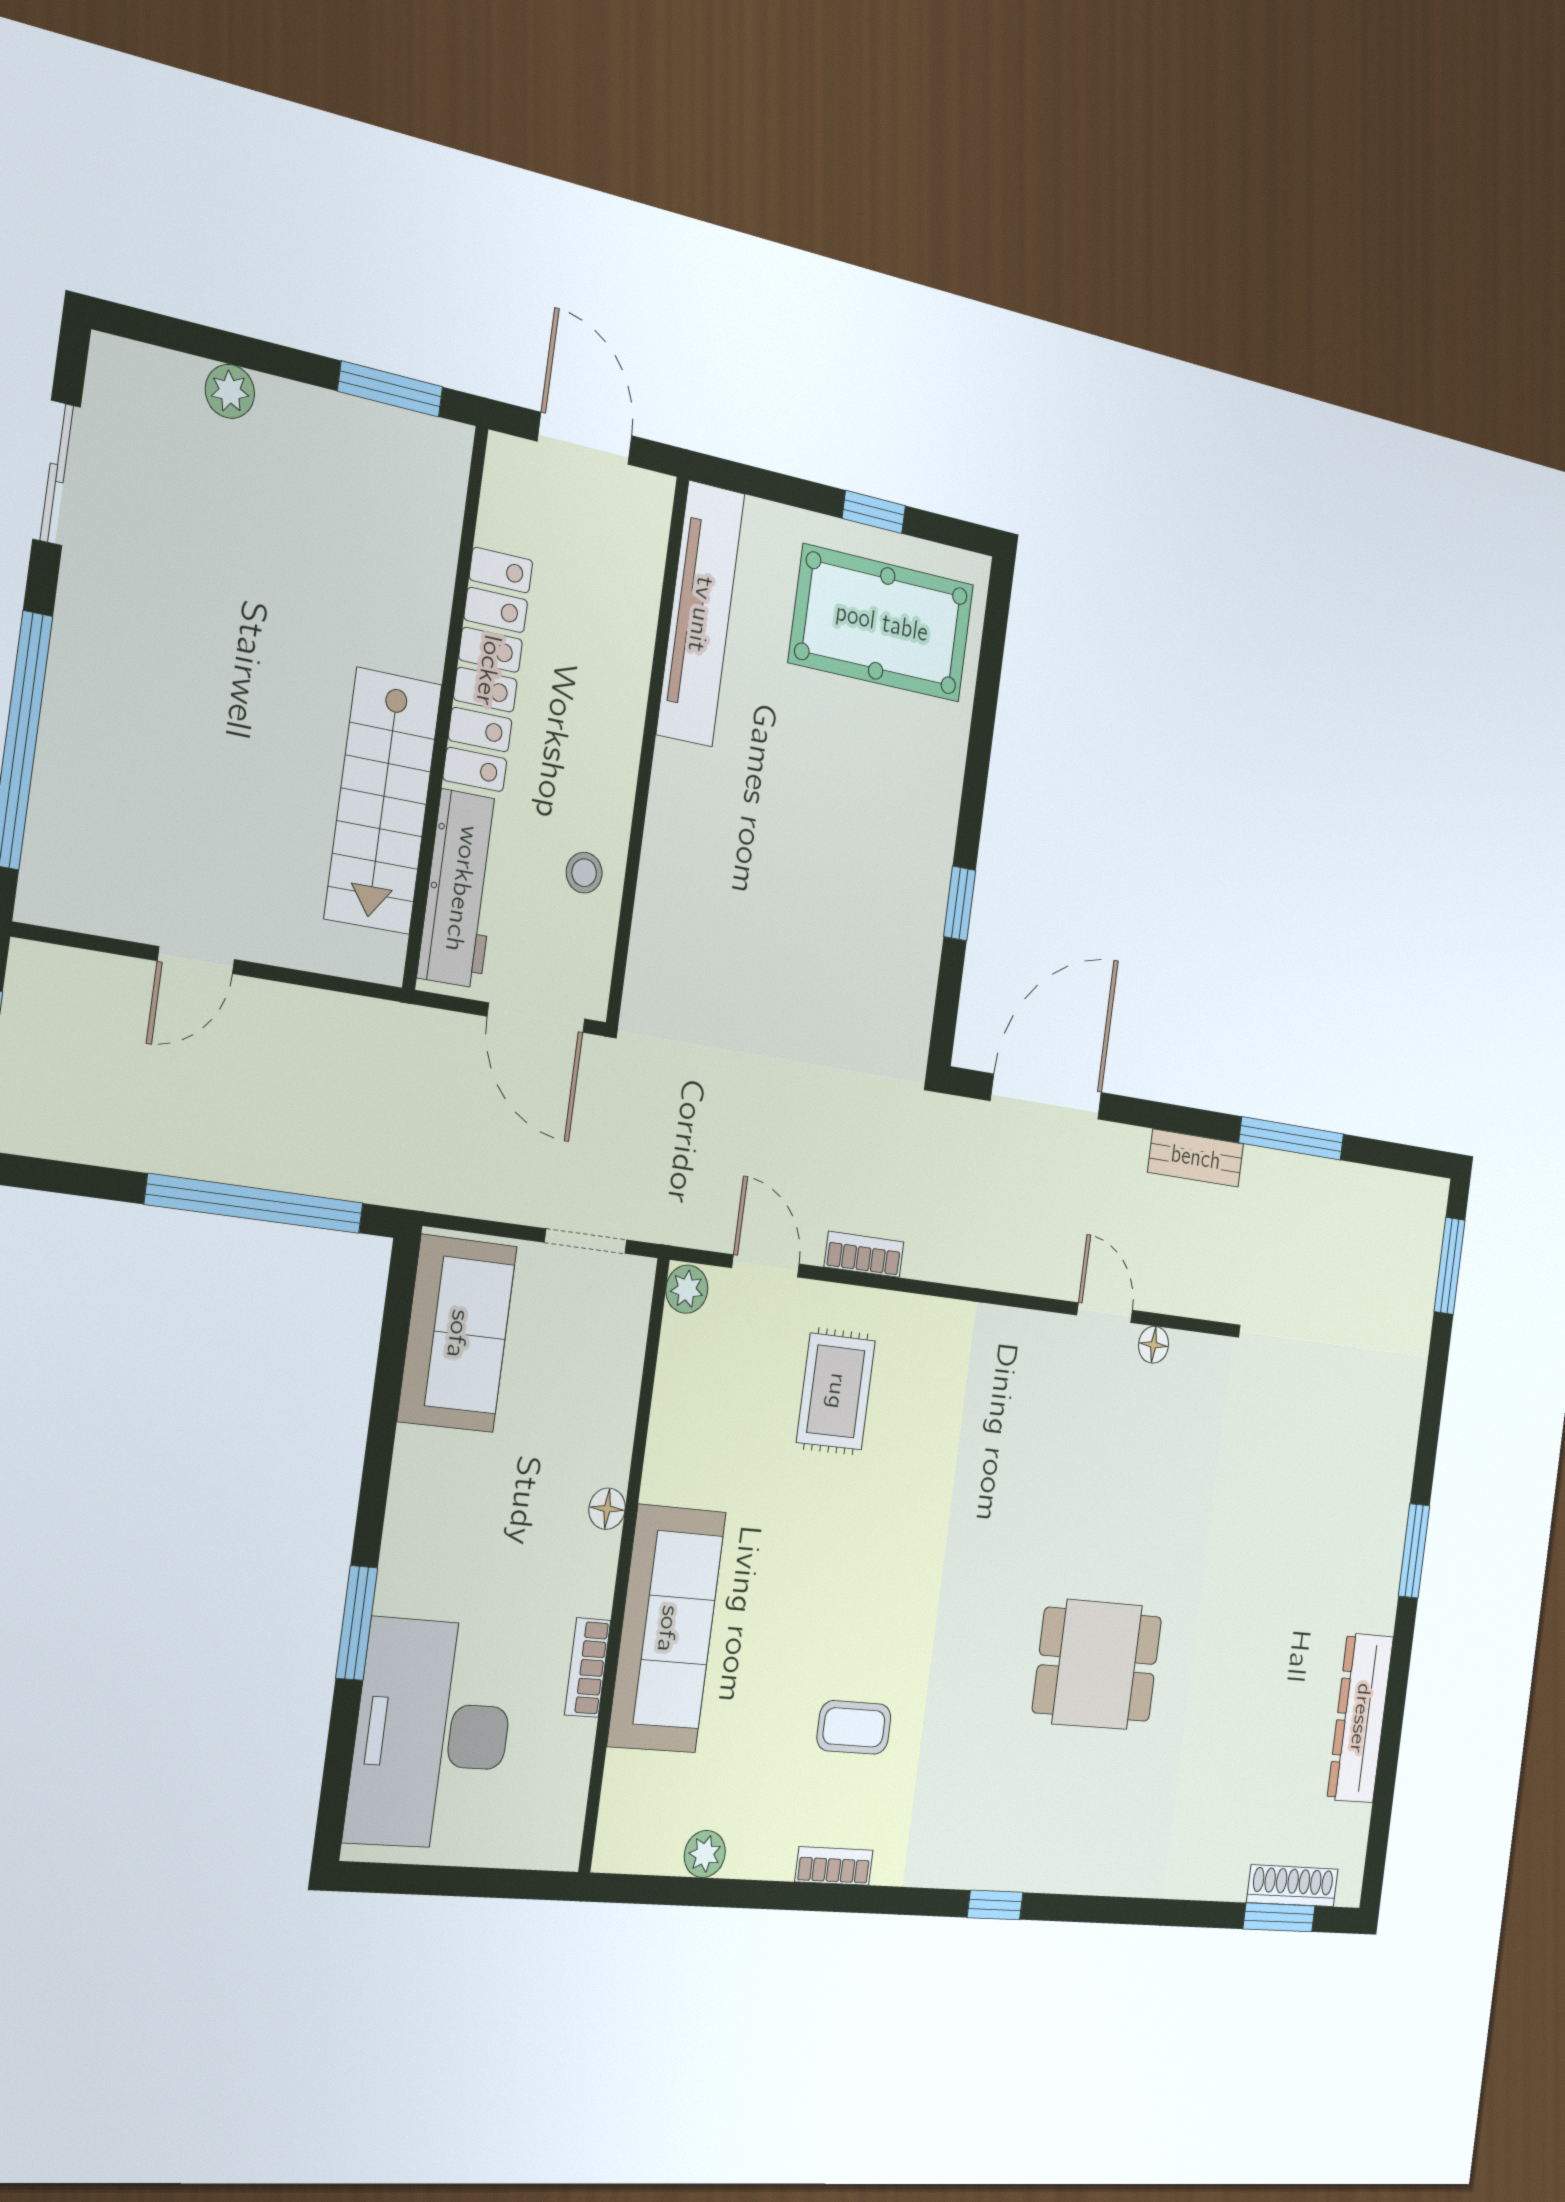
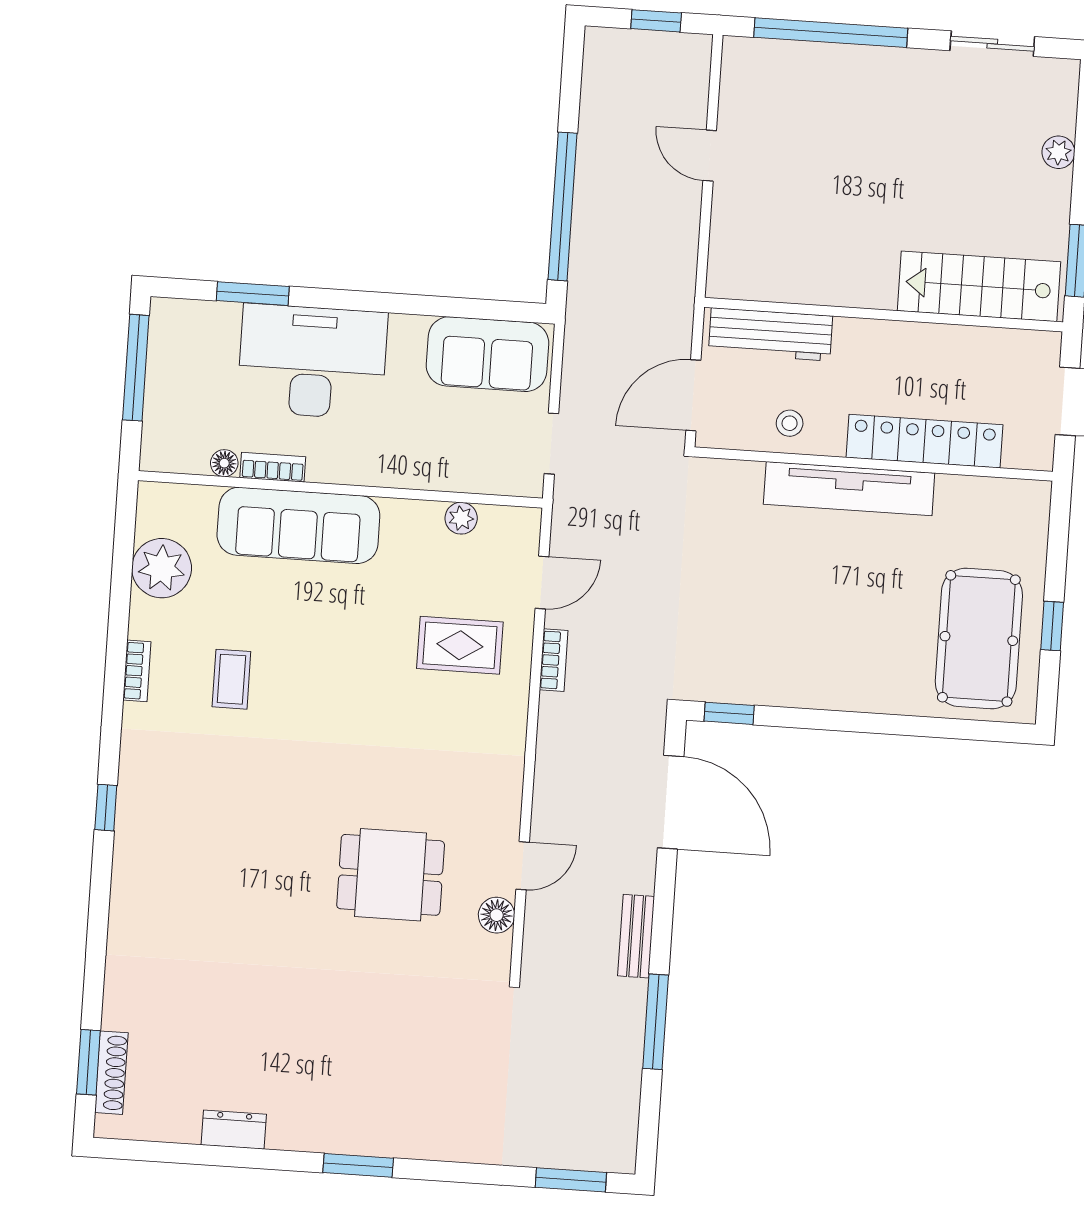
tv unit: (700, 614) -> (849, 489), moved
locker: (488, 670) -> (925, 441), moved, turned 180
stairs: (383, 801) -> (979, 286), moved
window: (960, 903) -> (729, 713), moved
plant: (687, 1289) -> (461, 518), moved
floor lamp: (1154, 1345) -> (497, 915), width x1.37, depth x1.37
floor lamp: (607, 1509) -> (224, 463), moved
window: (357, 1623) -> (253, 294), moved
dining table: (1097, 1665) -> (391, 875), moved, turned 90
dresser: (1360, 1718) -> (234, 1130), width x0.51, depth x0.80
desk: (432, 1734) -> (312, 362), moved
plant: (705, 1854) -> (162, 568), width x1.88, depth x1.88
window: (438, 1880) -> (136, 368), added

